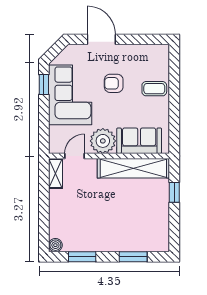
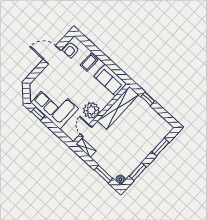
door: (101, 39) -> (52, 55), moved
armchair: (114, 83) -> (71, 50), moved
sofa: (139, 141) -> (110, 80), moved, turned -90
window: (44, 221) -> (104, 174), added

